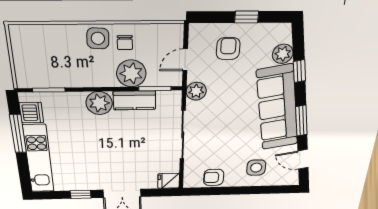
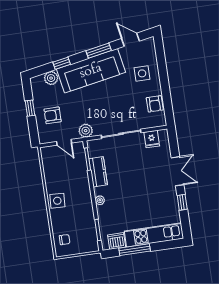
chair: (125, 43) -> (65, 240), moved
plant: (131, 73) -> (79, 176), removed
plant: (99, 103) -> (100, 200), width x0.53, depth x0.53
door: (303, 159) -> (130, 40), swing flipped
fridge: (169, 181) -> (152, 139), moved

